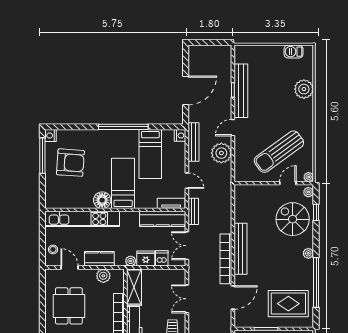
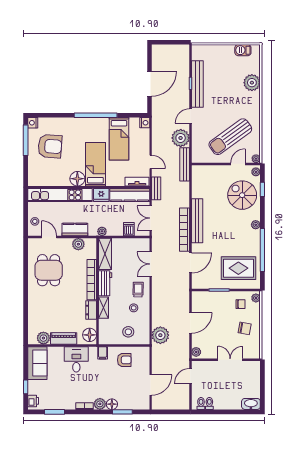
bench: (194, 142) -> (185, 164), moved
fridge: (146, 259) -> (101, 195), moved, turned 180

